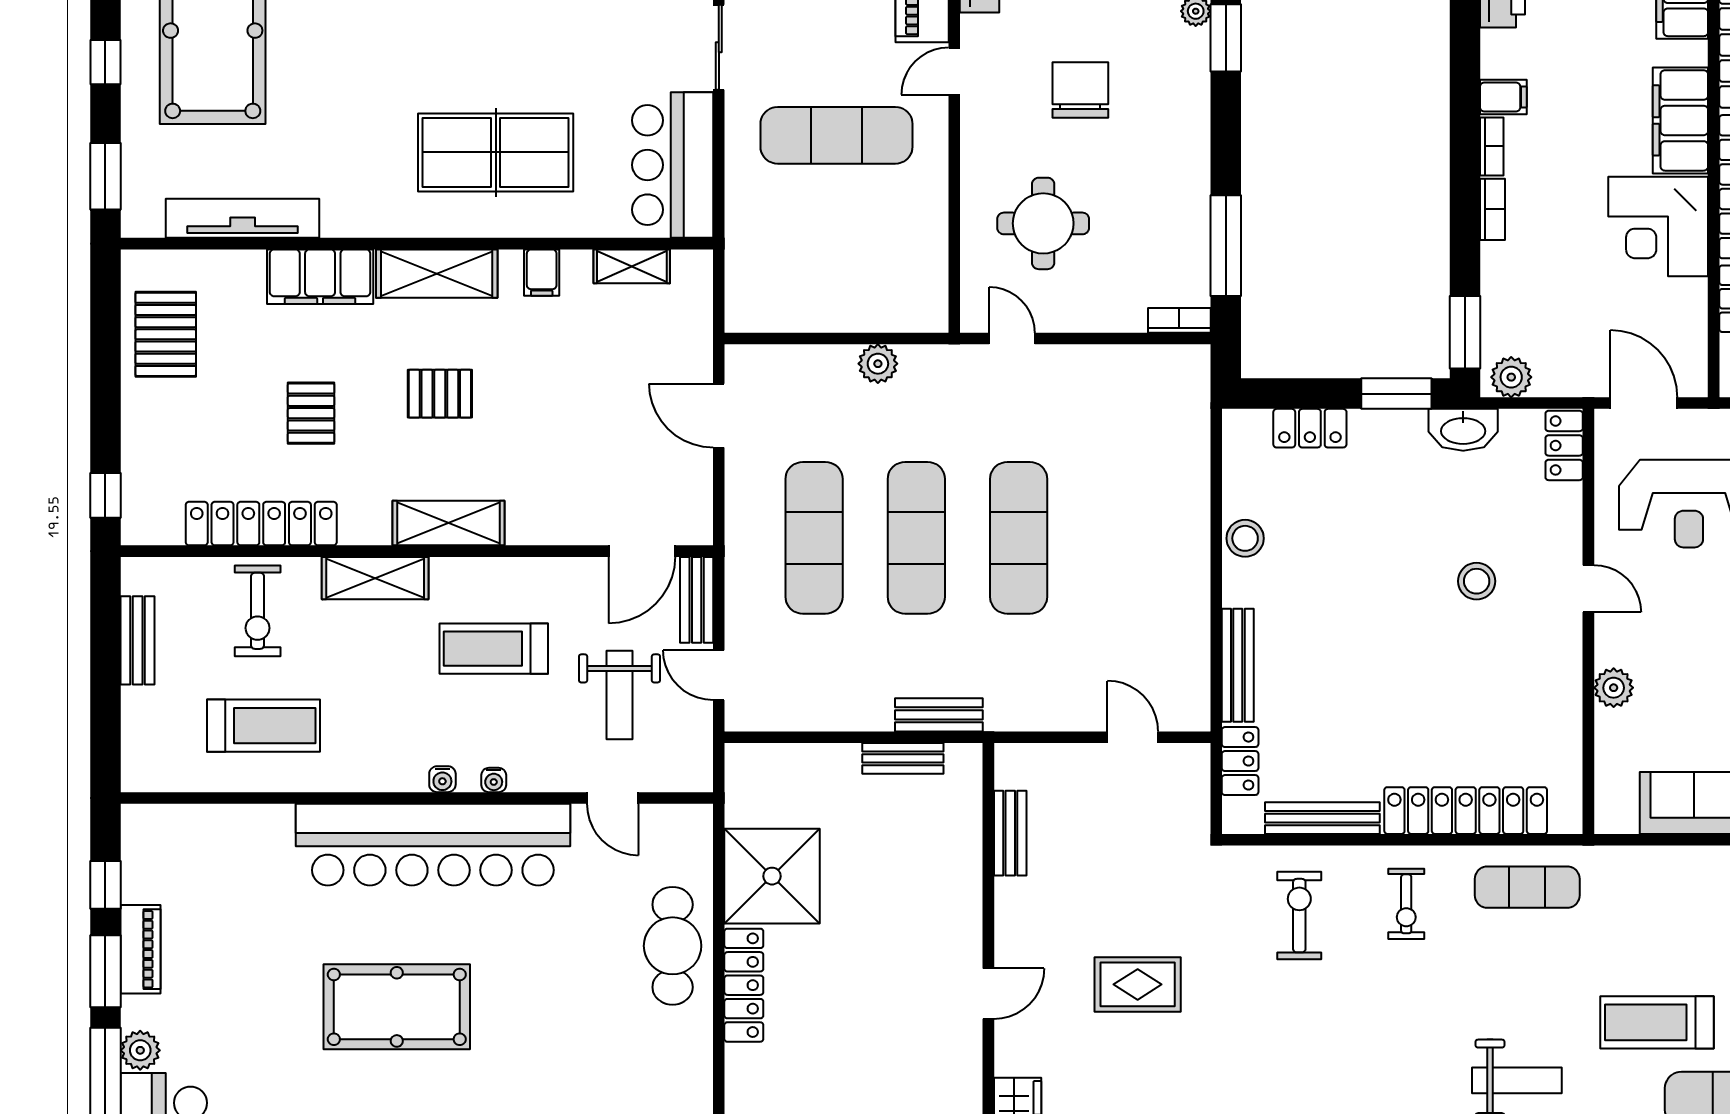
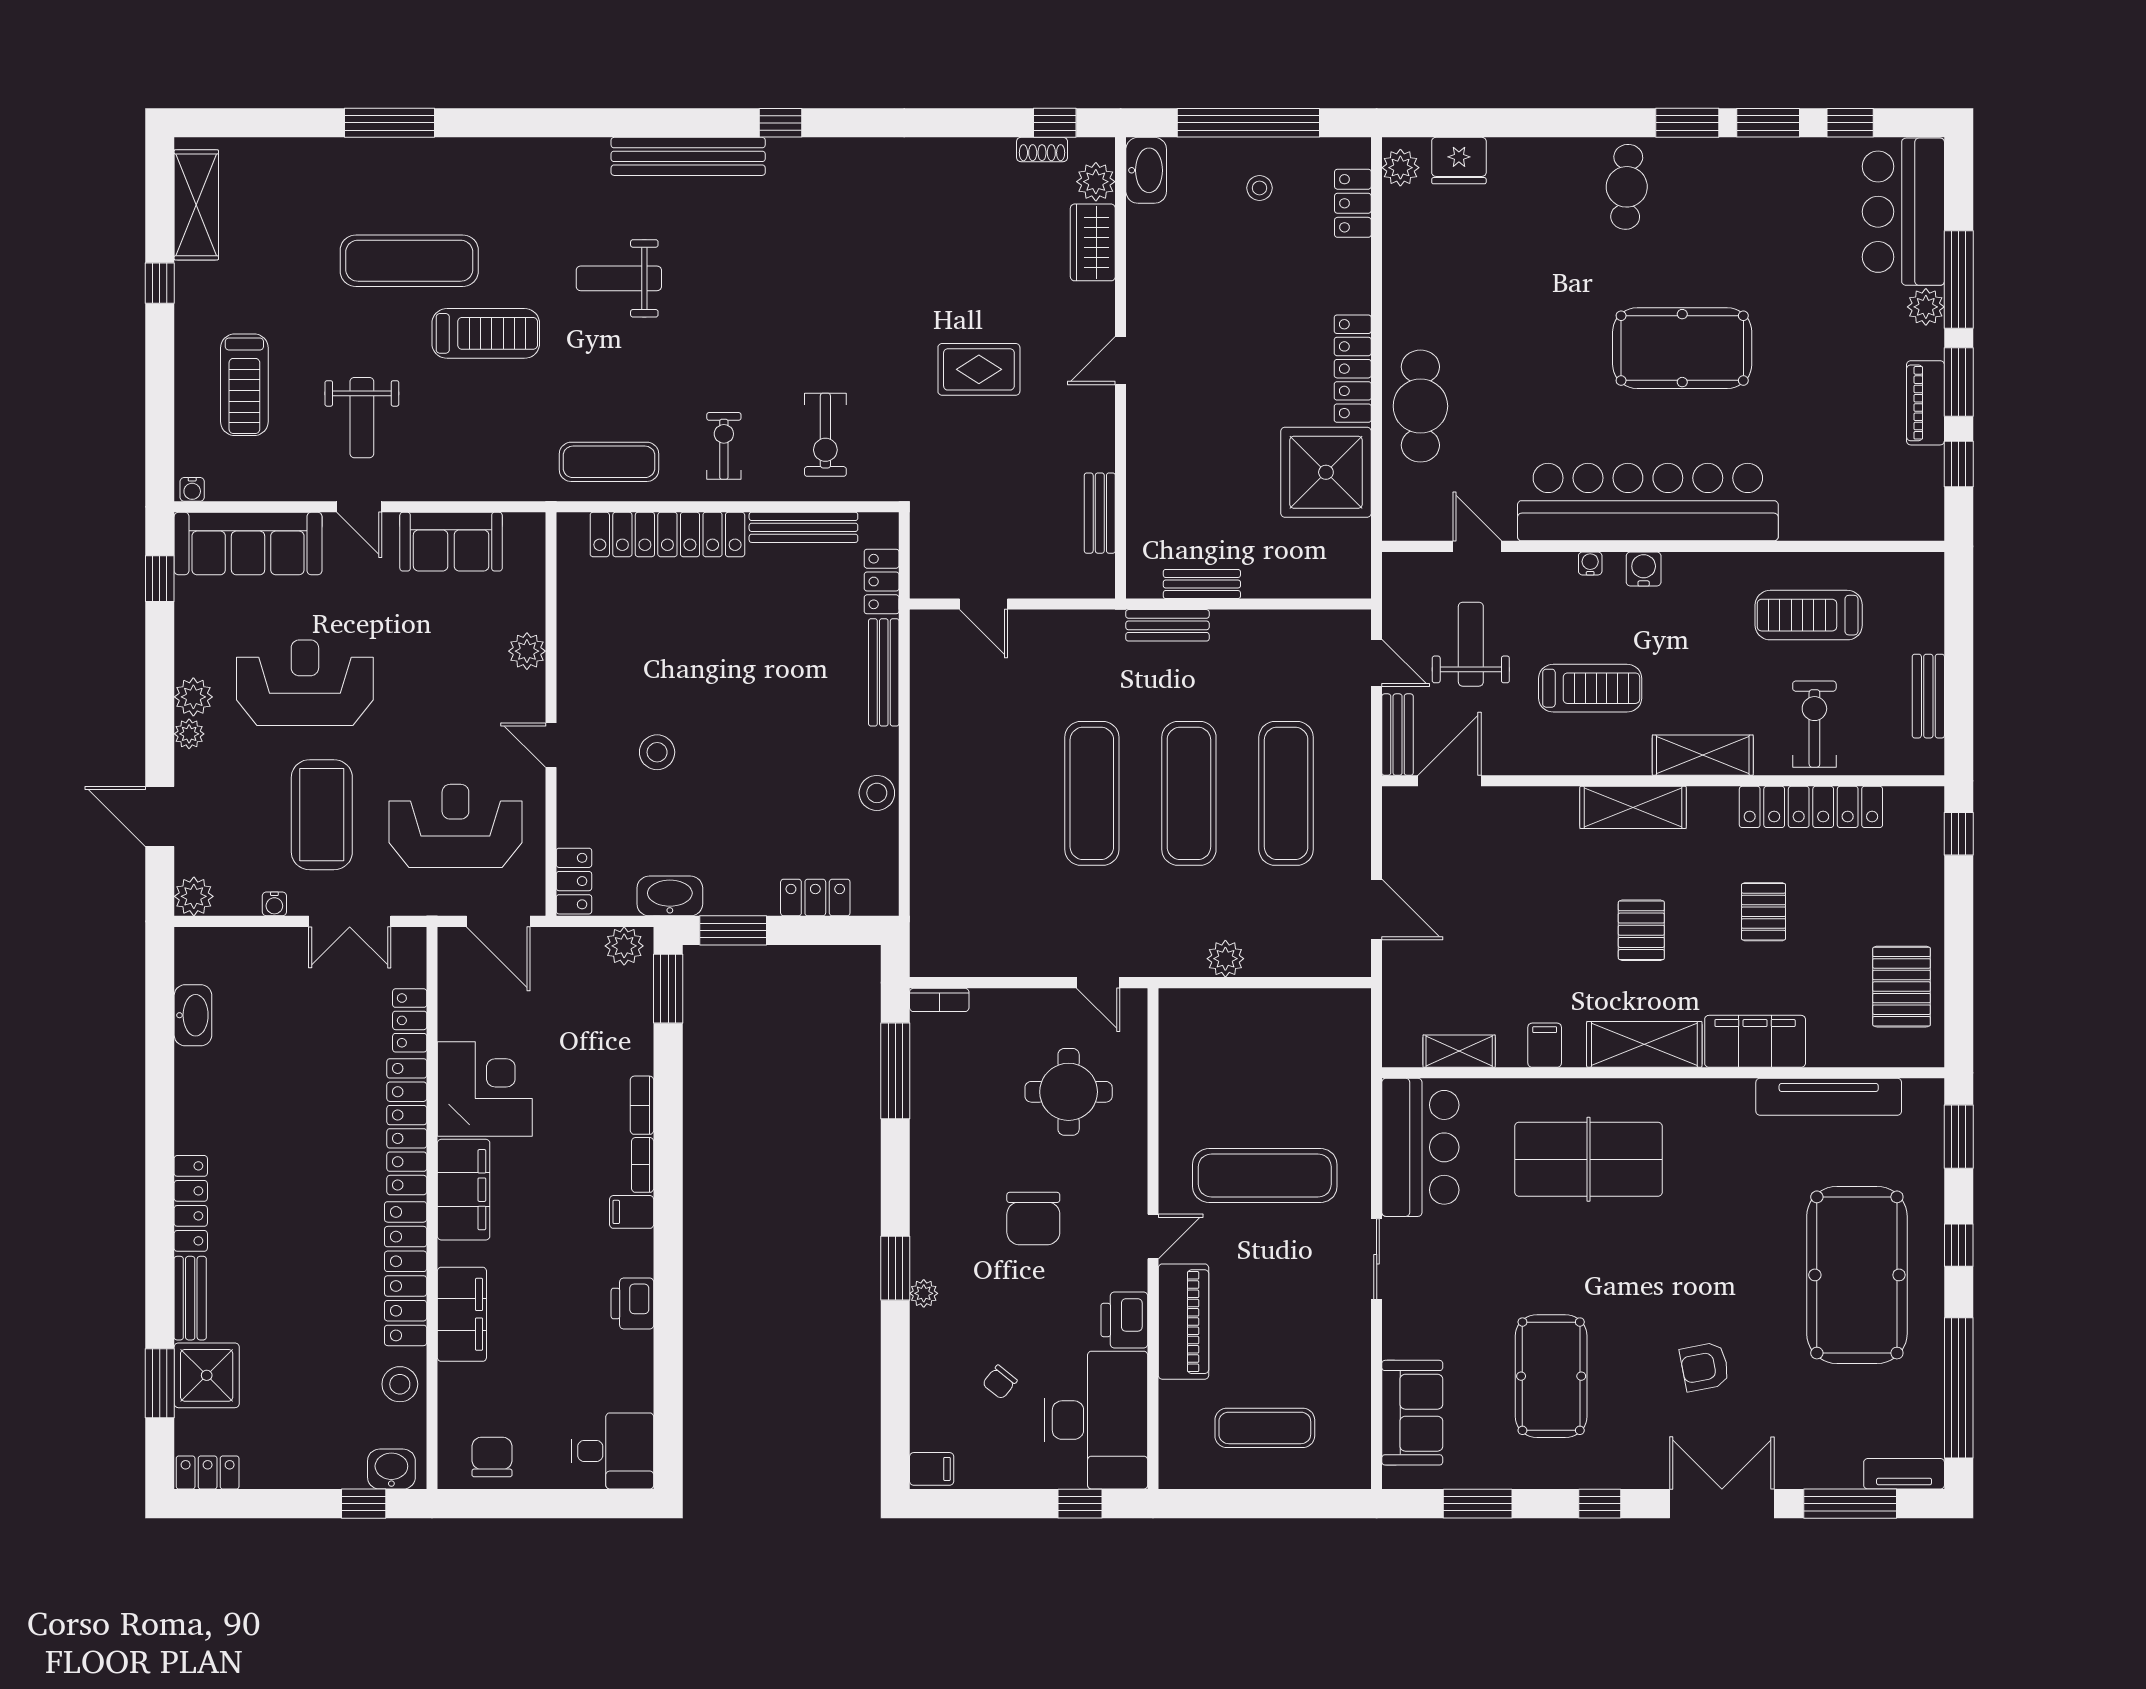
pallet: (440, 394) -> (1641, 930), turned 90
water cooler: (442, 779) -> (1644, 569), width x1.38, depth x1.38

